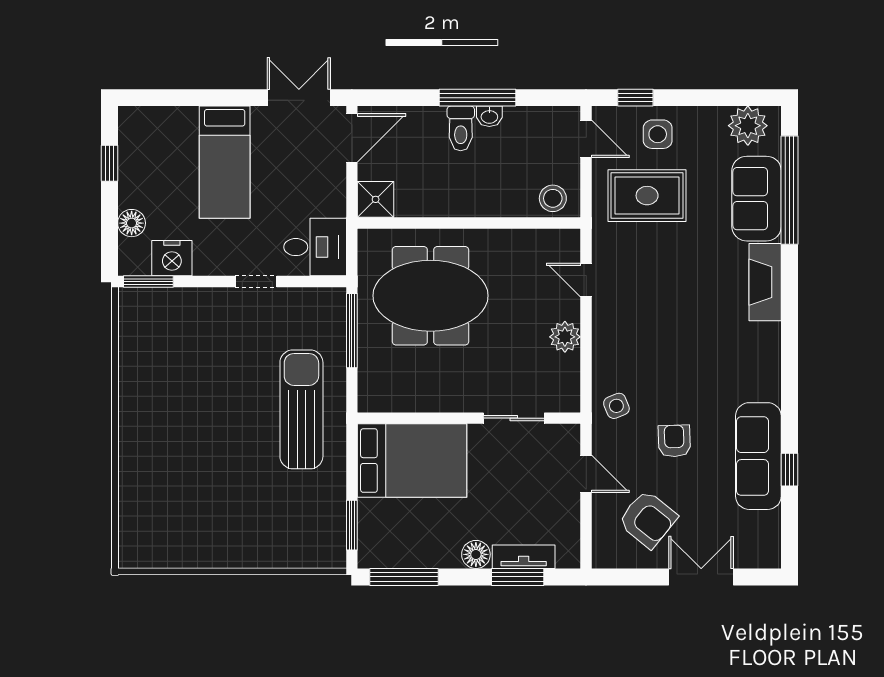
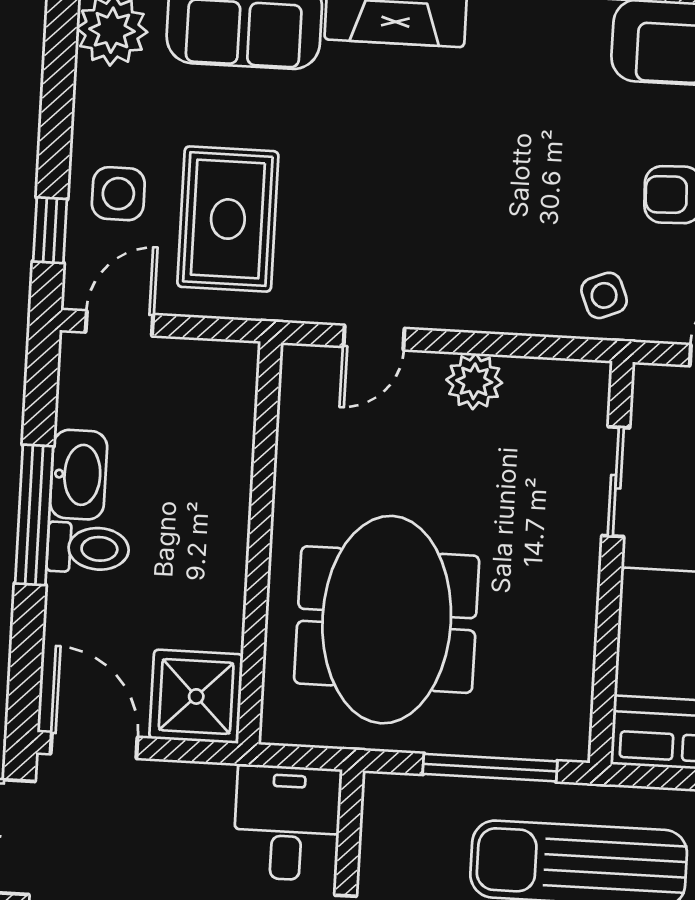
washbasin: (489, 116) -> (79, 475), width x1.91, depth x1.45
stool: (553, 198) -> (223, 389), removed
shower: (376, 199) -> (196, 696), width x1.36, depth x1.36
window: (352, 331) -> (490, 768), moved

